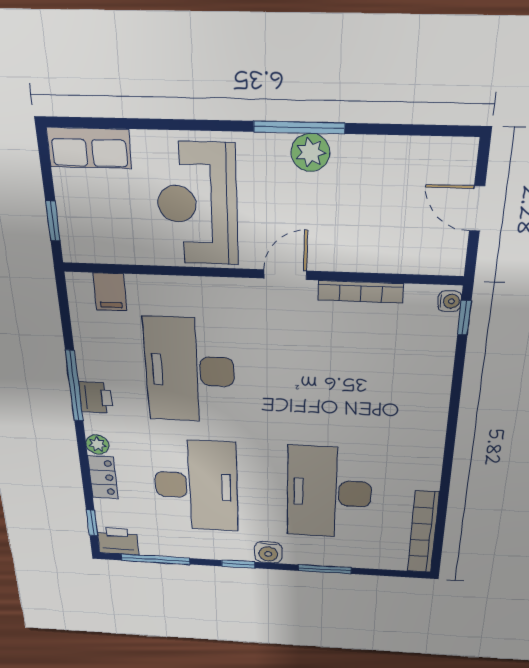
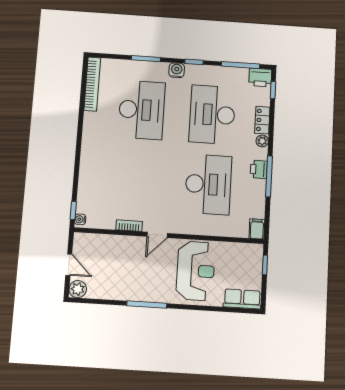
plant: (310, 153) -> (78, 289), moved
filing cabinet: (110, 292) -> (257, 229), moved
bookcase: (361, 292) -> (129, 226), width x0.64

